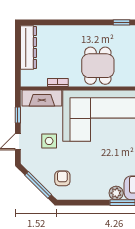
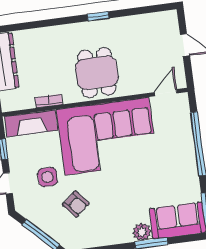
window: (121, 22) -> (98, 16), moved
armchair: (62, 178) -> (76, 204), moved, turned 140

